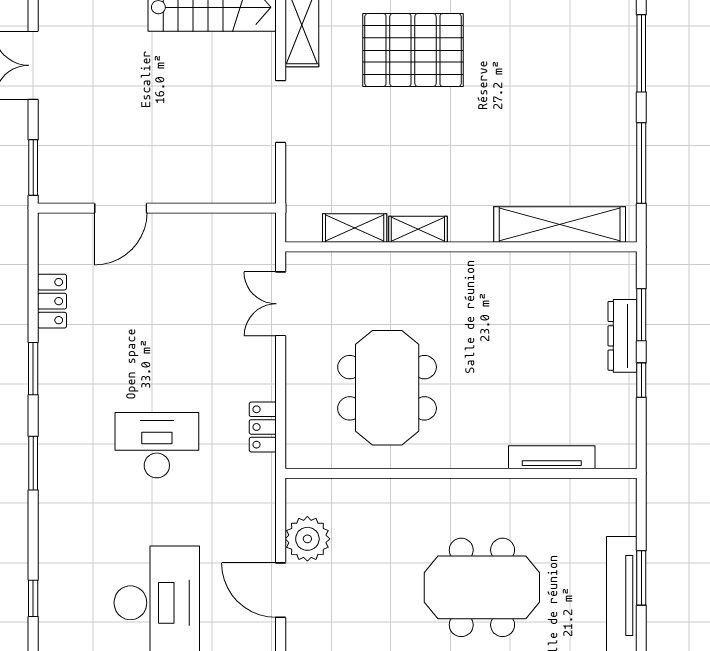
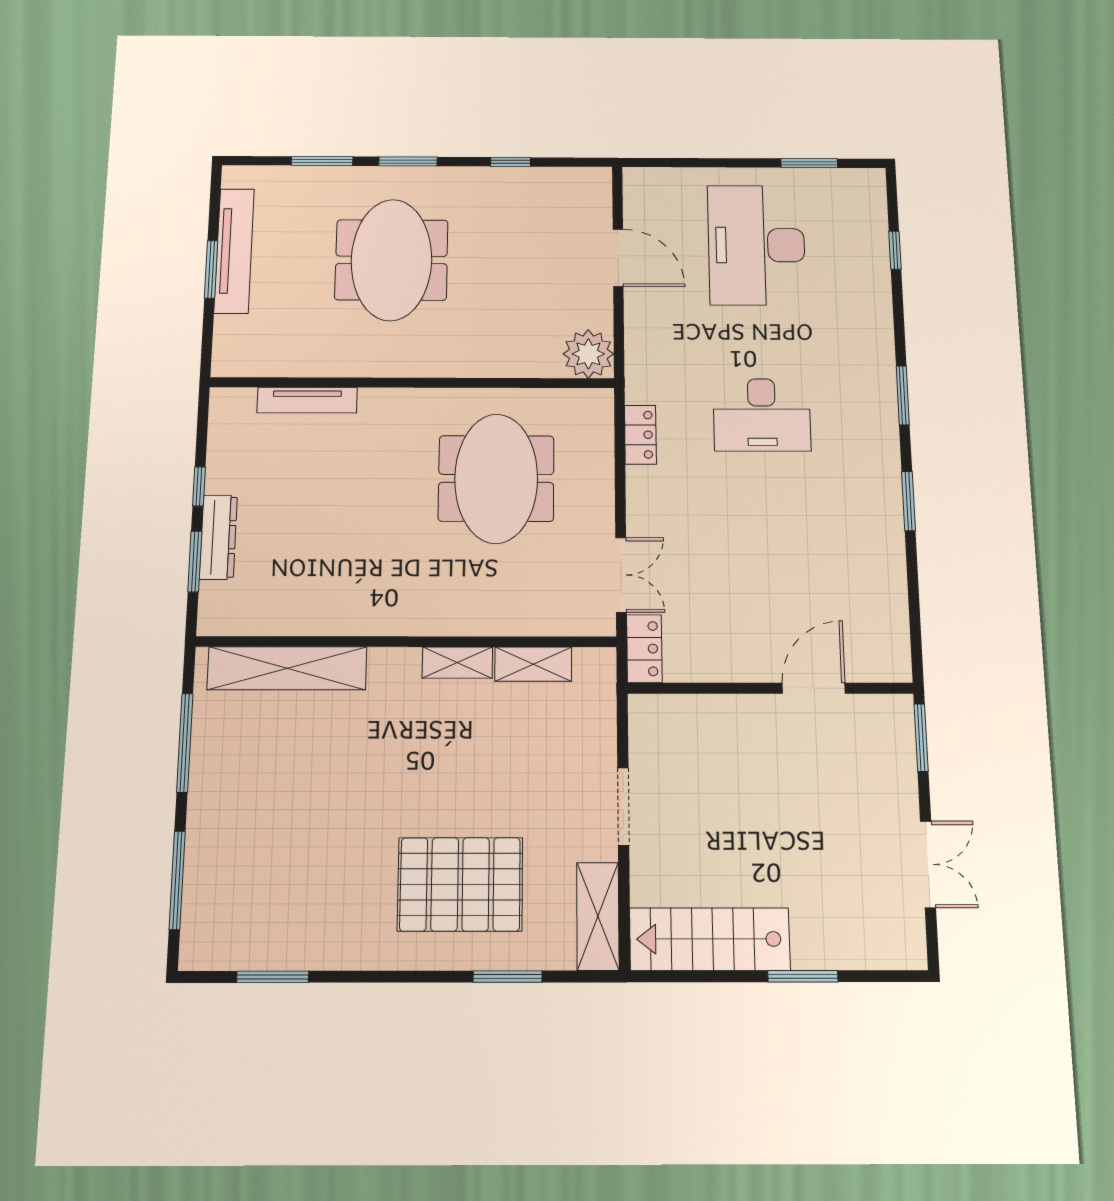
locker: (52, 301) -> (644, 649), moved, turned 180
plant: (307, 539) -> (588, 354), moved
meeting table: (482, 587) -> (391, 260), turned 90

